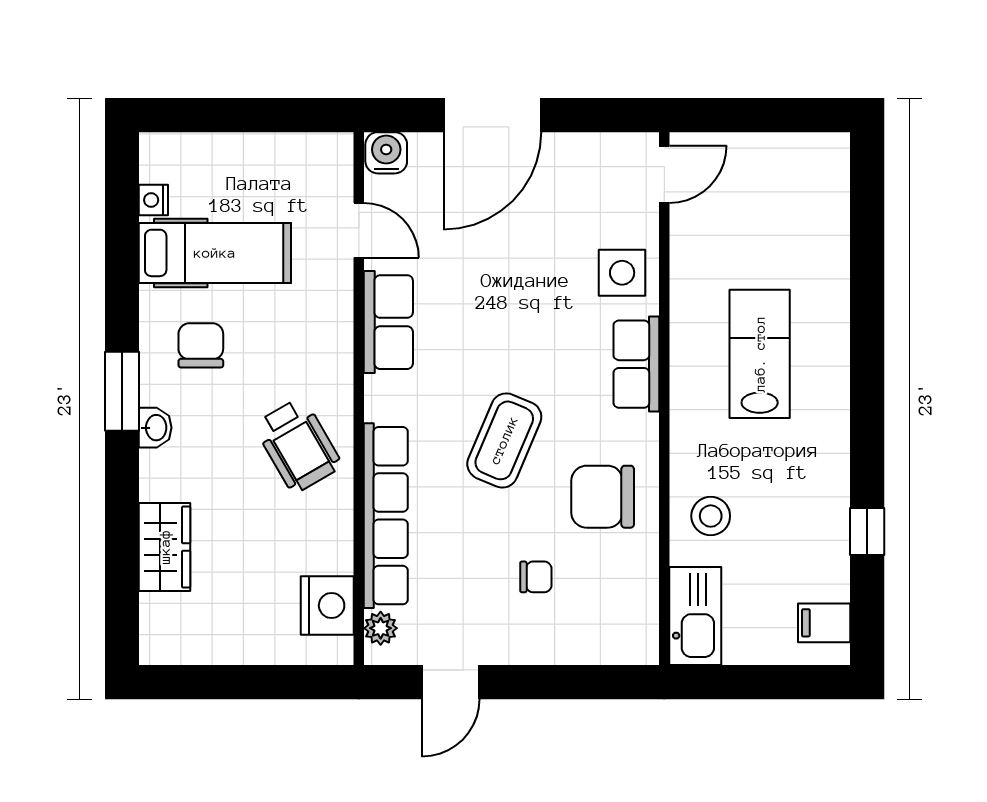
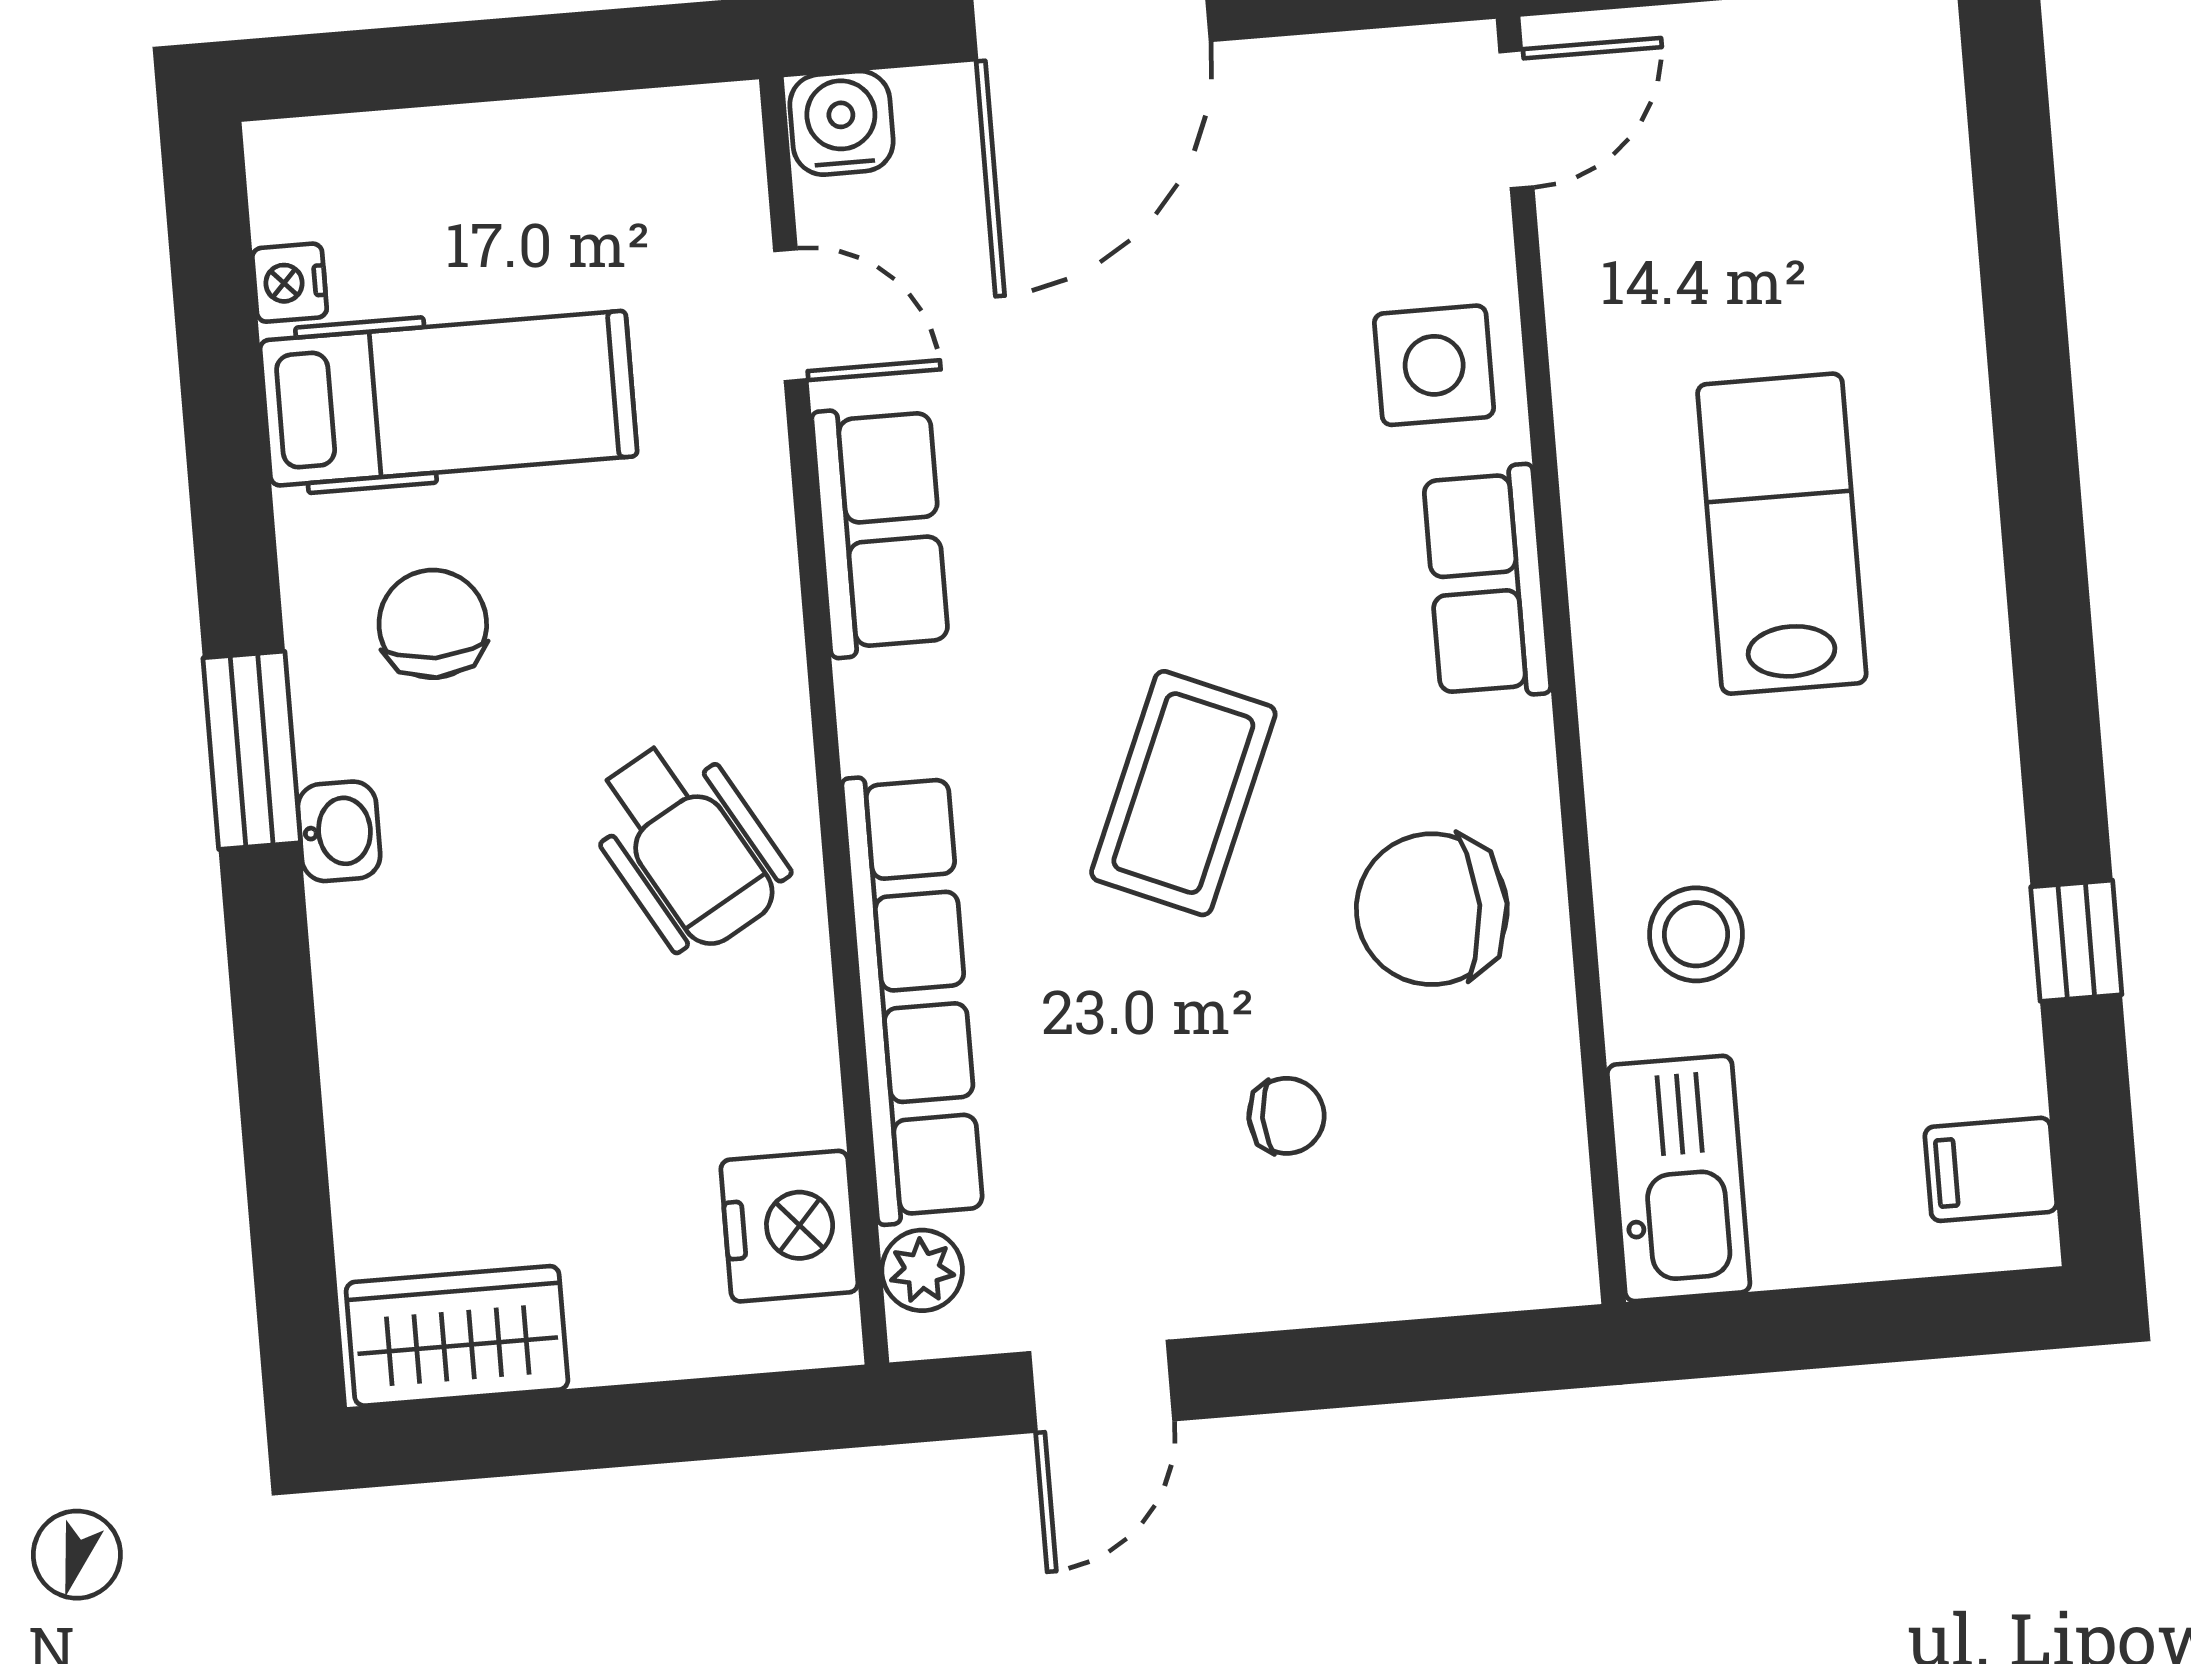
wardrobe: (165, 547) -> (457, 1336), moved, turned -90

